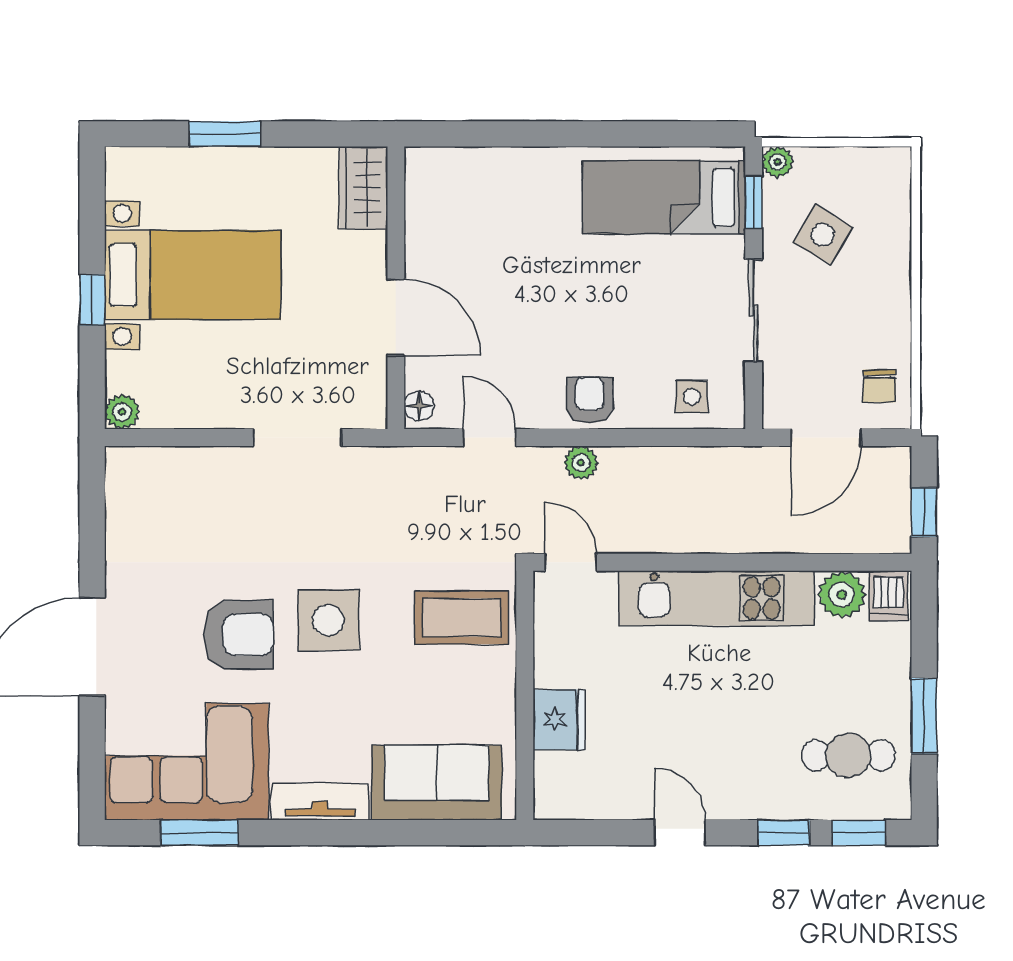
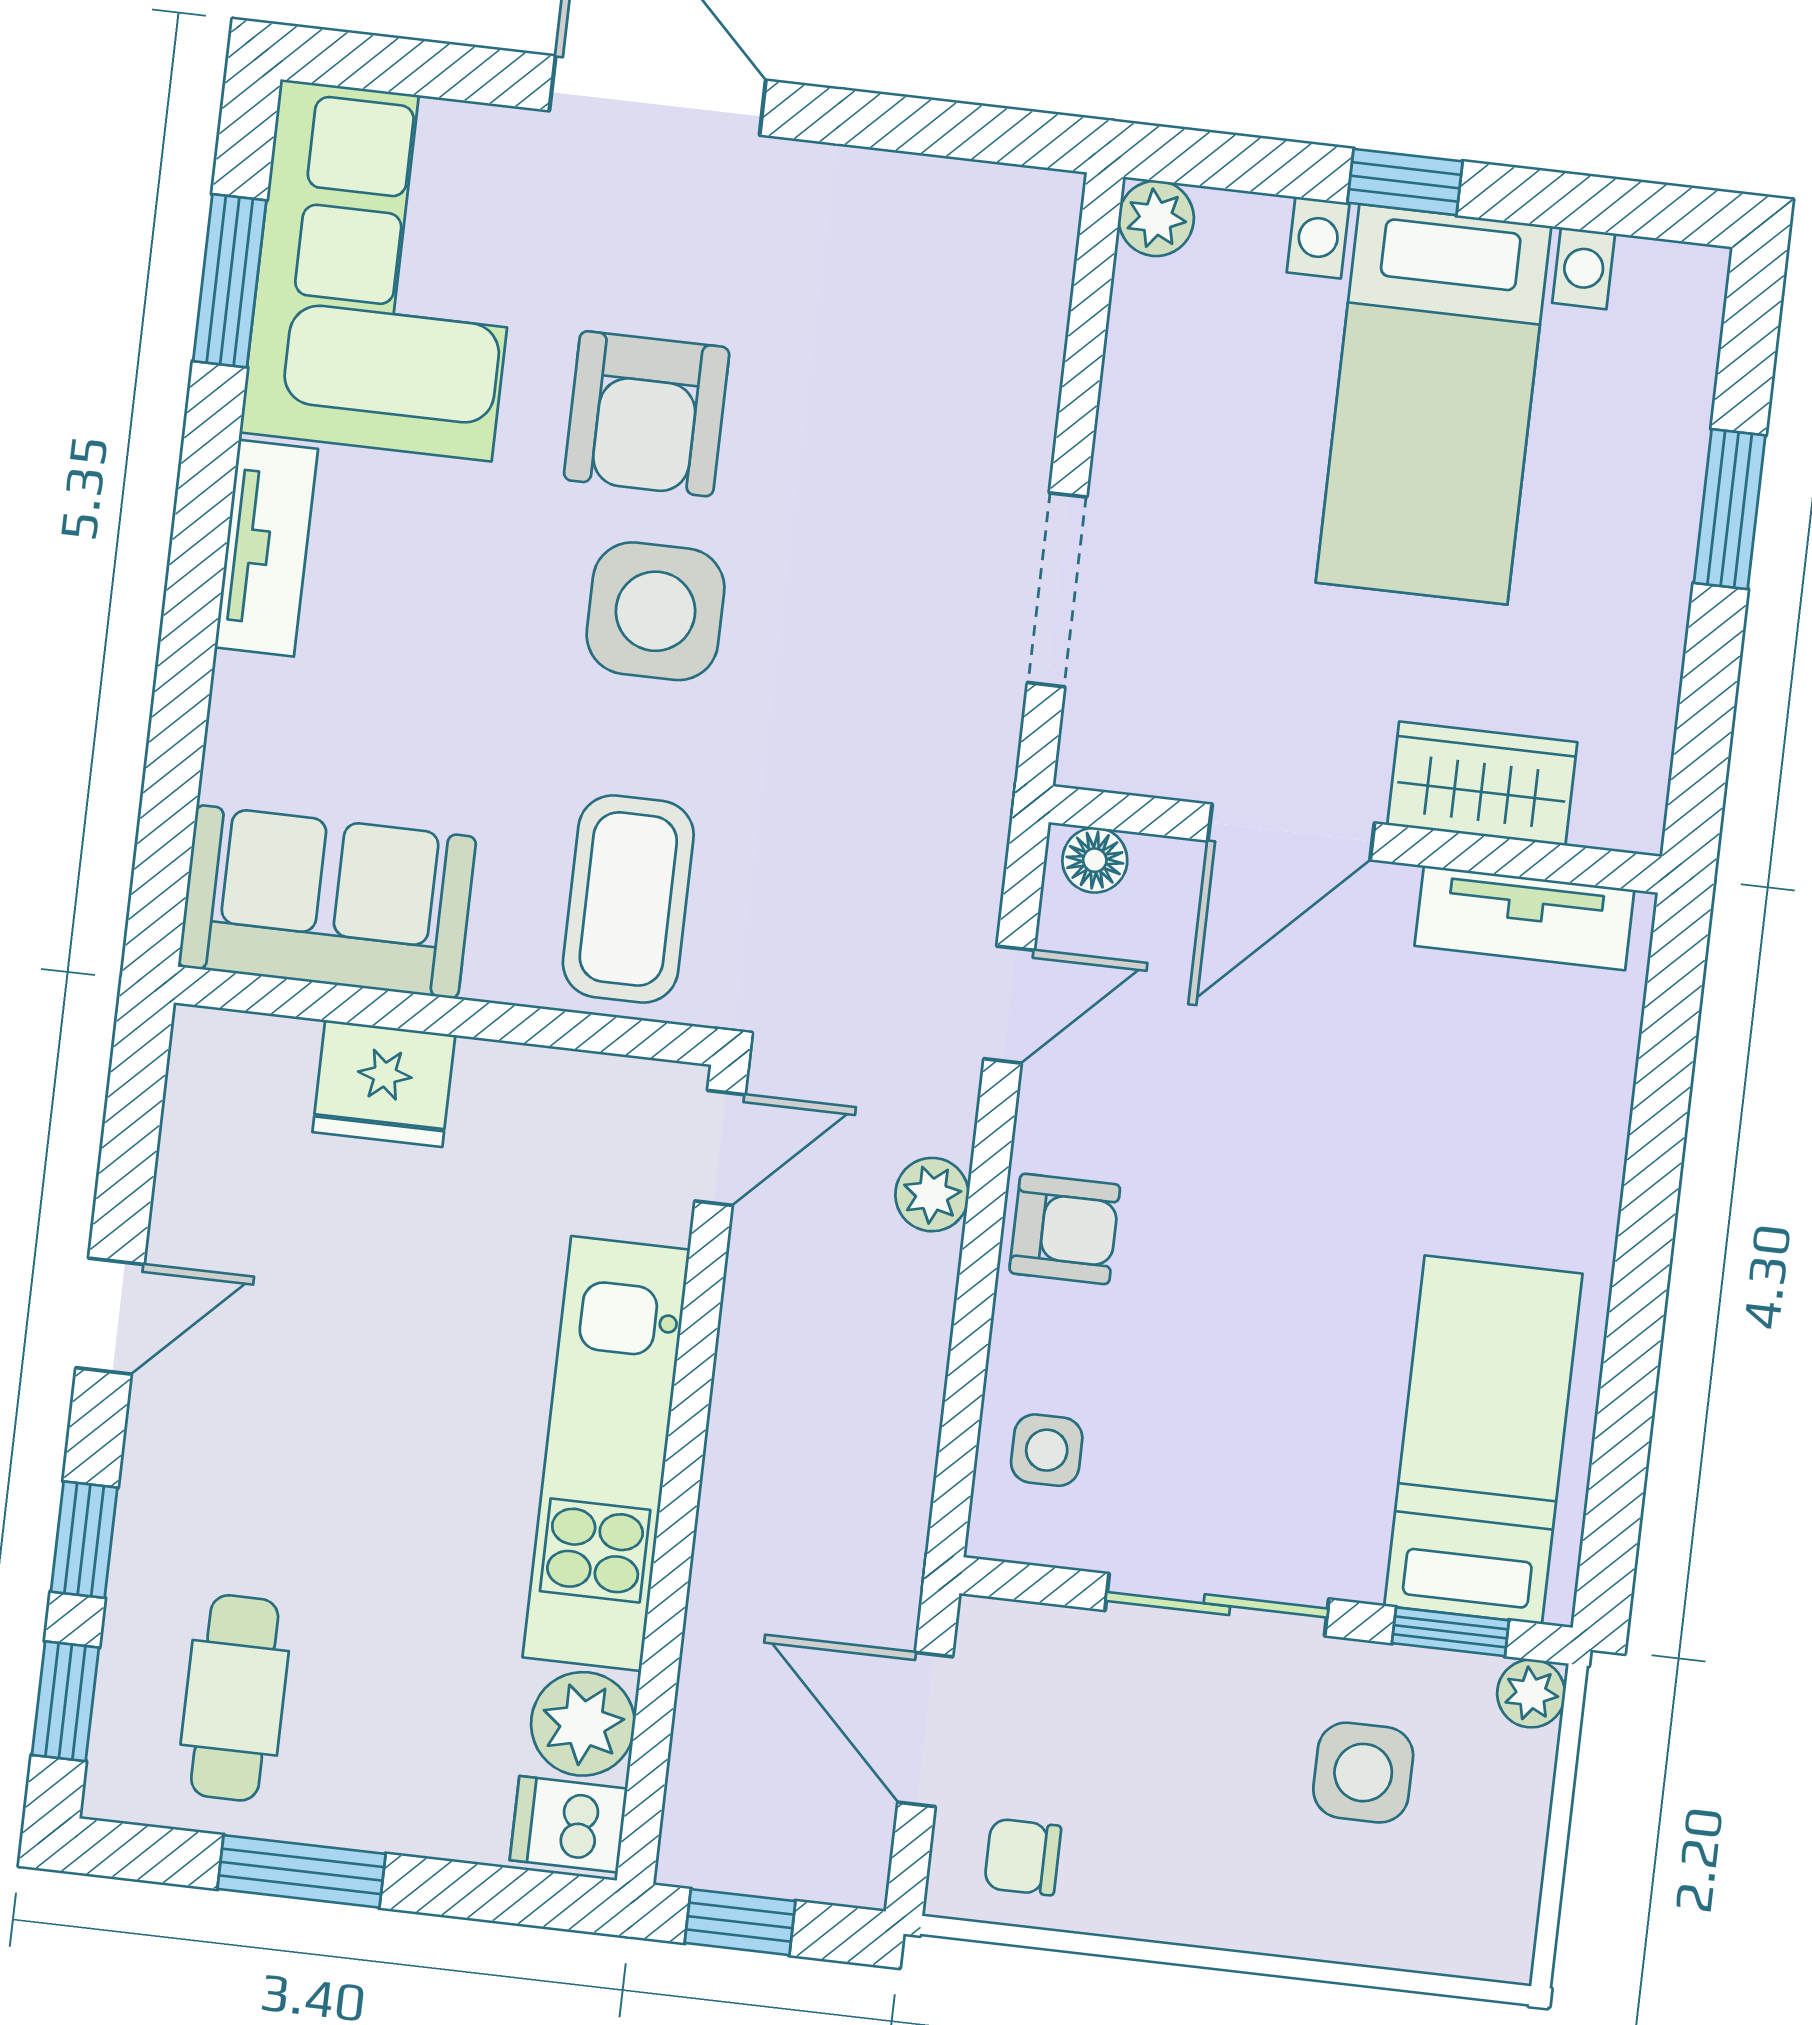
wardrobe: (364, 188) -> (1482, 784), moved
tv unit: (423, 206) -> (1524, 918), added
side table: (823, 235) -> (1363, 1773), turned -31
sofa: (437, 783) -> (327, 902), moved, turned -90

